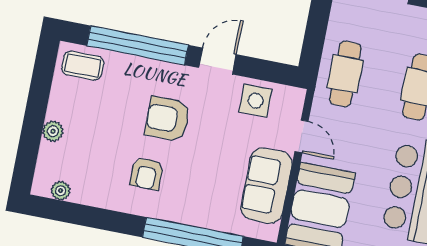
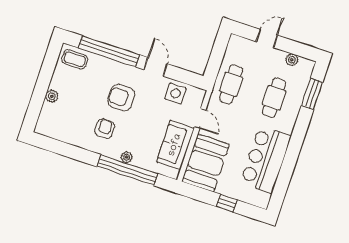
door: (217, 61) -> (156, 67), hinge flipped
armchair: (147, 173) -> (105, 129), turned 180
plant: (61, 191) -> (127, 157), moved

